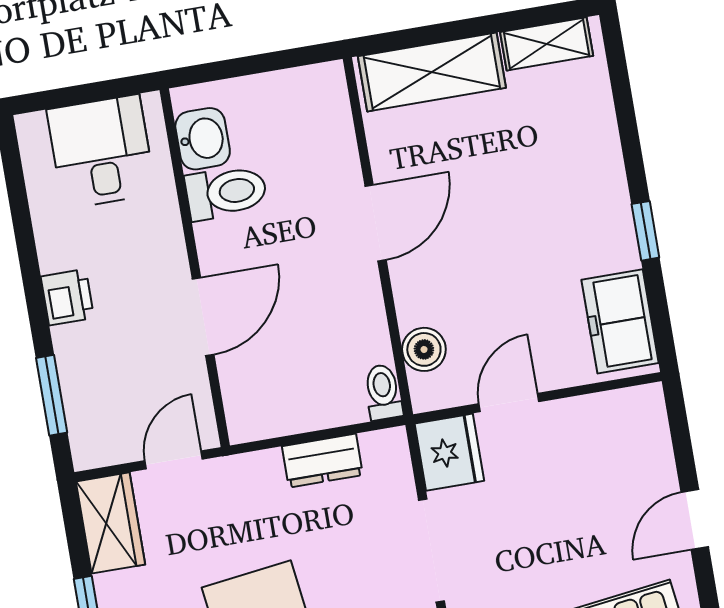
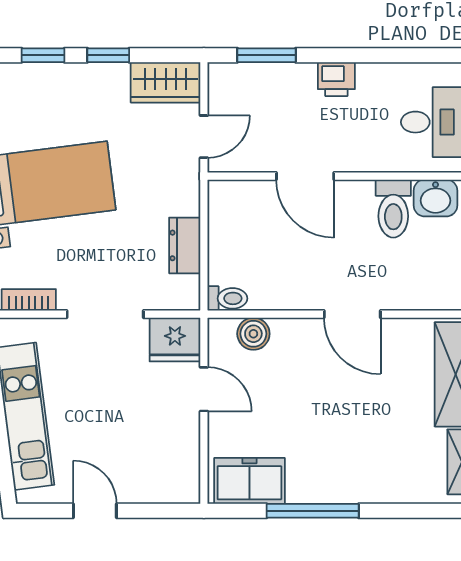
window: (645, 231) -> (313, 511), width x2.17
door: (174, 460) -> (204, 137), hinge flipped

